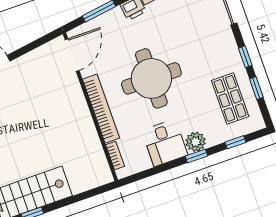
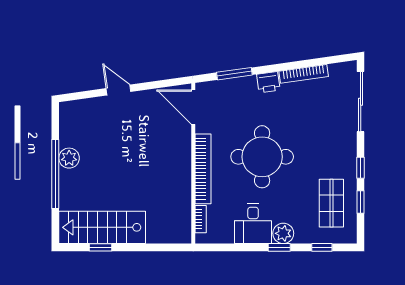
door: (72, 55) -> (193, 107), swing flipped

